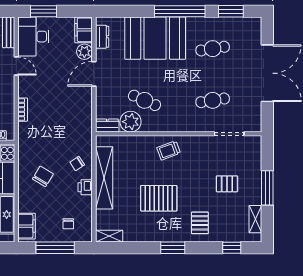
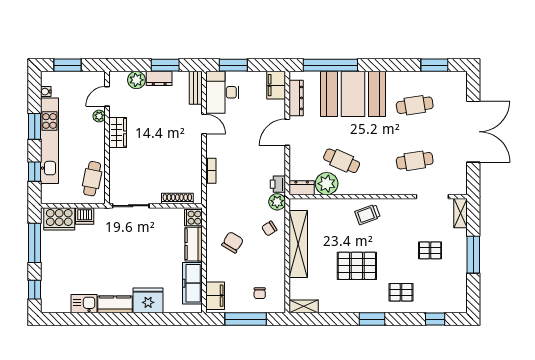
window: (180, 11) -> (330, 65), moved
dresser: (102, 37) -> (296, 98), width x1.44
plant: (84, 52) -> (277, 202), moved
printer: (85, 187) -> (278, 184), moved
shelving: (255, 219) -> (461, 213), moved
pallet: (200, 223) -> (401, 292), turned 90

